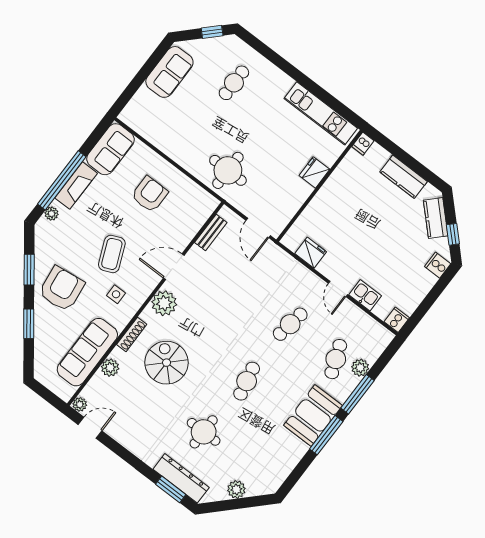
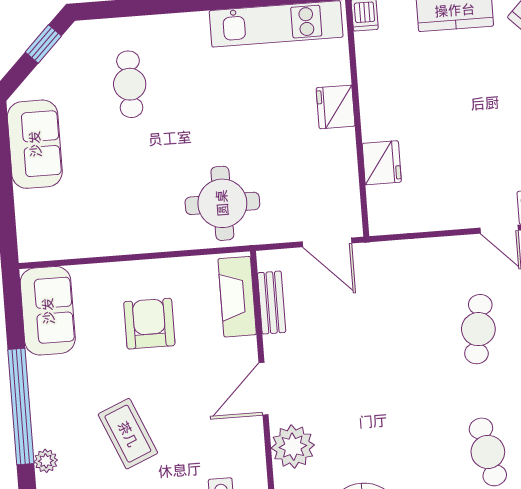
fireplace: (76, 186) -> (237, 297), moved, turned 180
fridge: (311, 253) -> (382, 163), moved, turned 90
coffee table: (112, 254) -> (128, 434), moved

